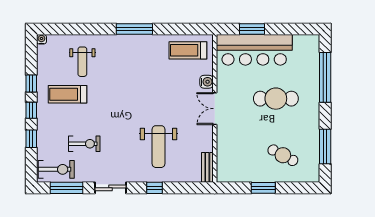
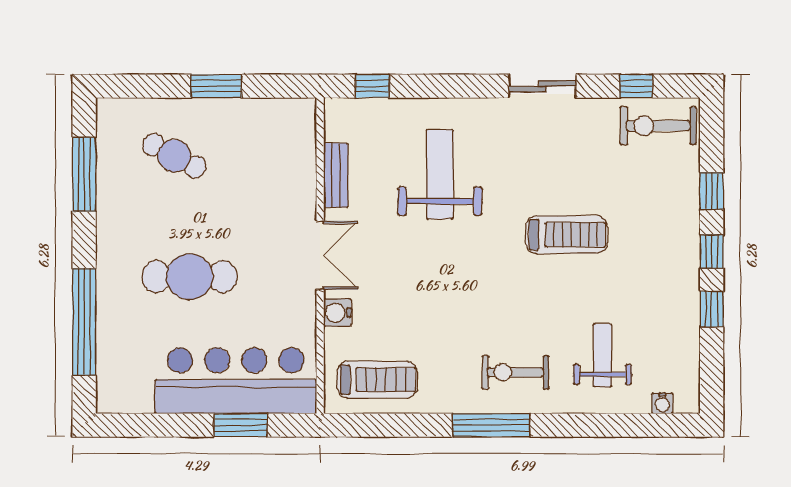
water cooler: (41, 39) -> (662, 403), moved
treadmill: (68, 94) -> (567, 235), moved
exercise bike: (84, 144) -> (515, 372), moved
bench: (207, 167) -> (336, 175), moved
window: (67, 188) -> (636, 86), width x0.46
window: (155, 188) -> (372, 86), moved

